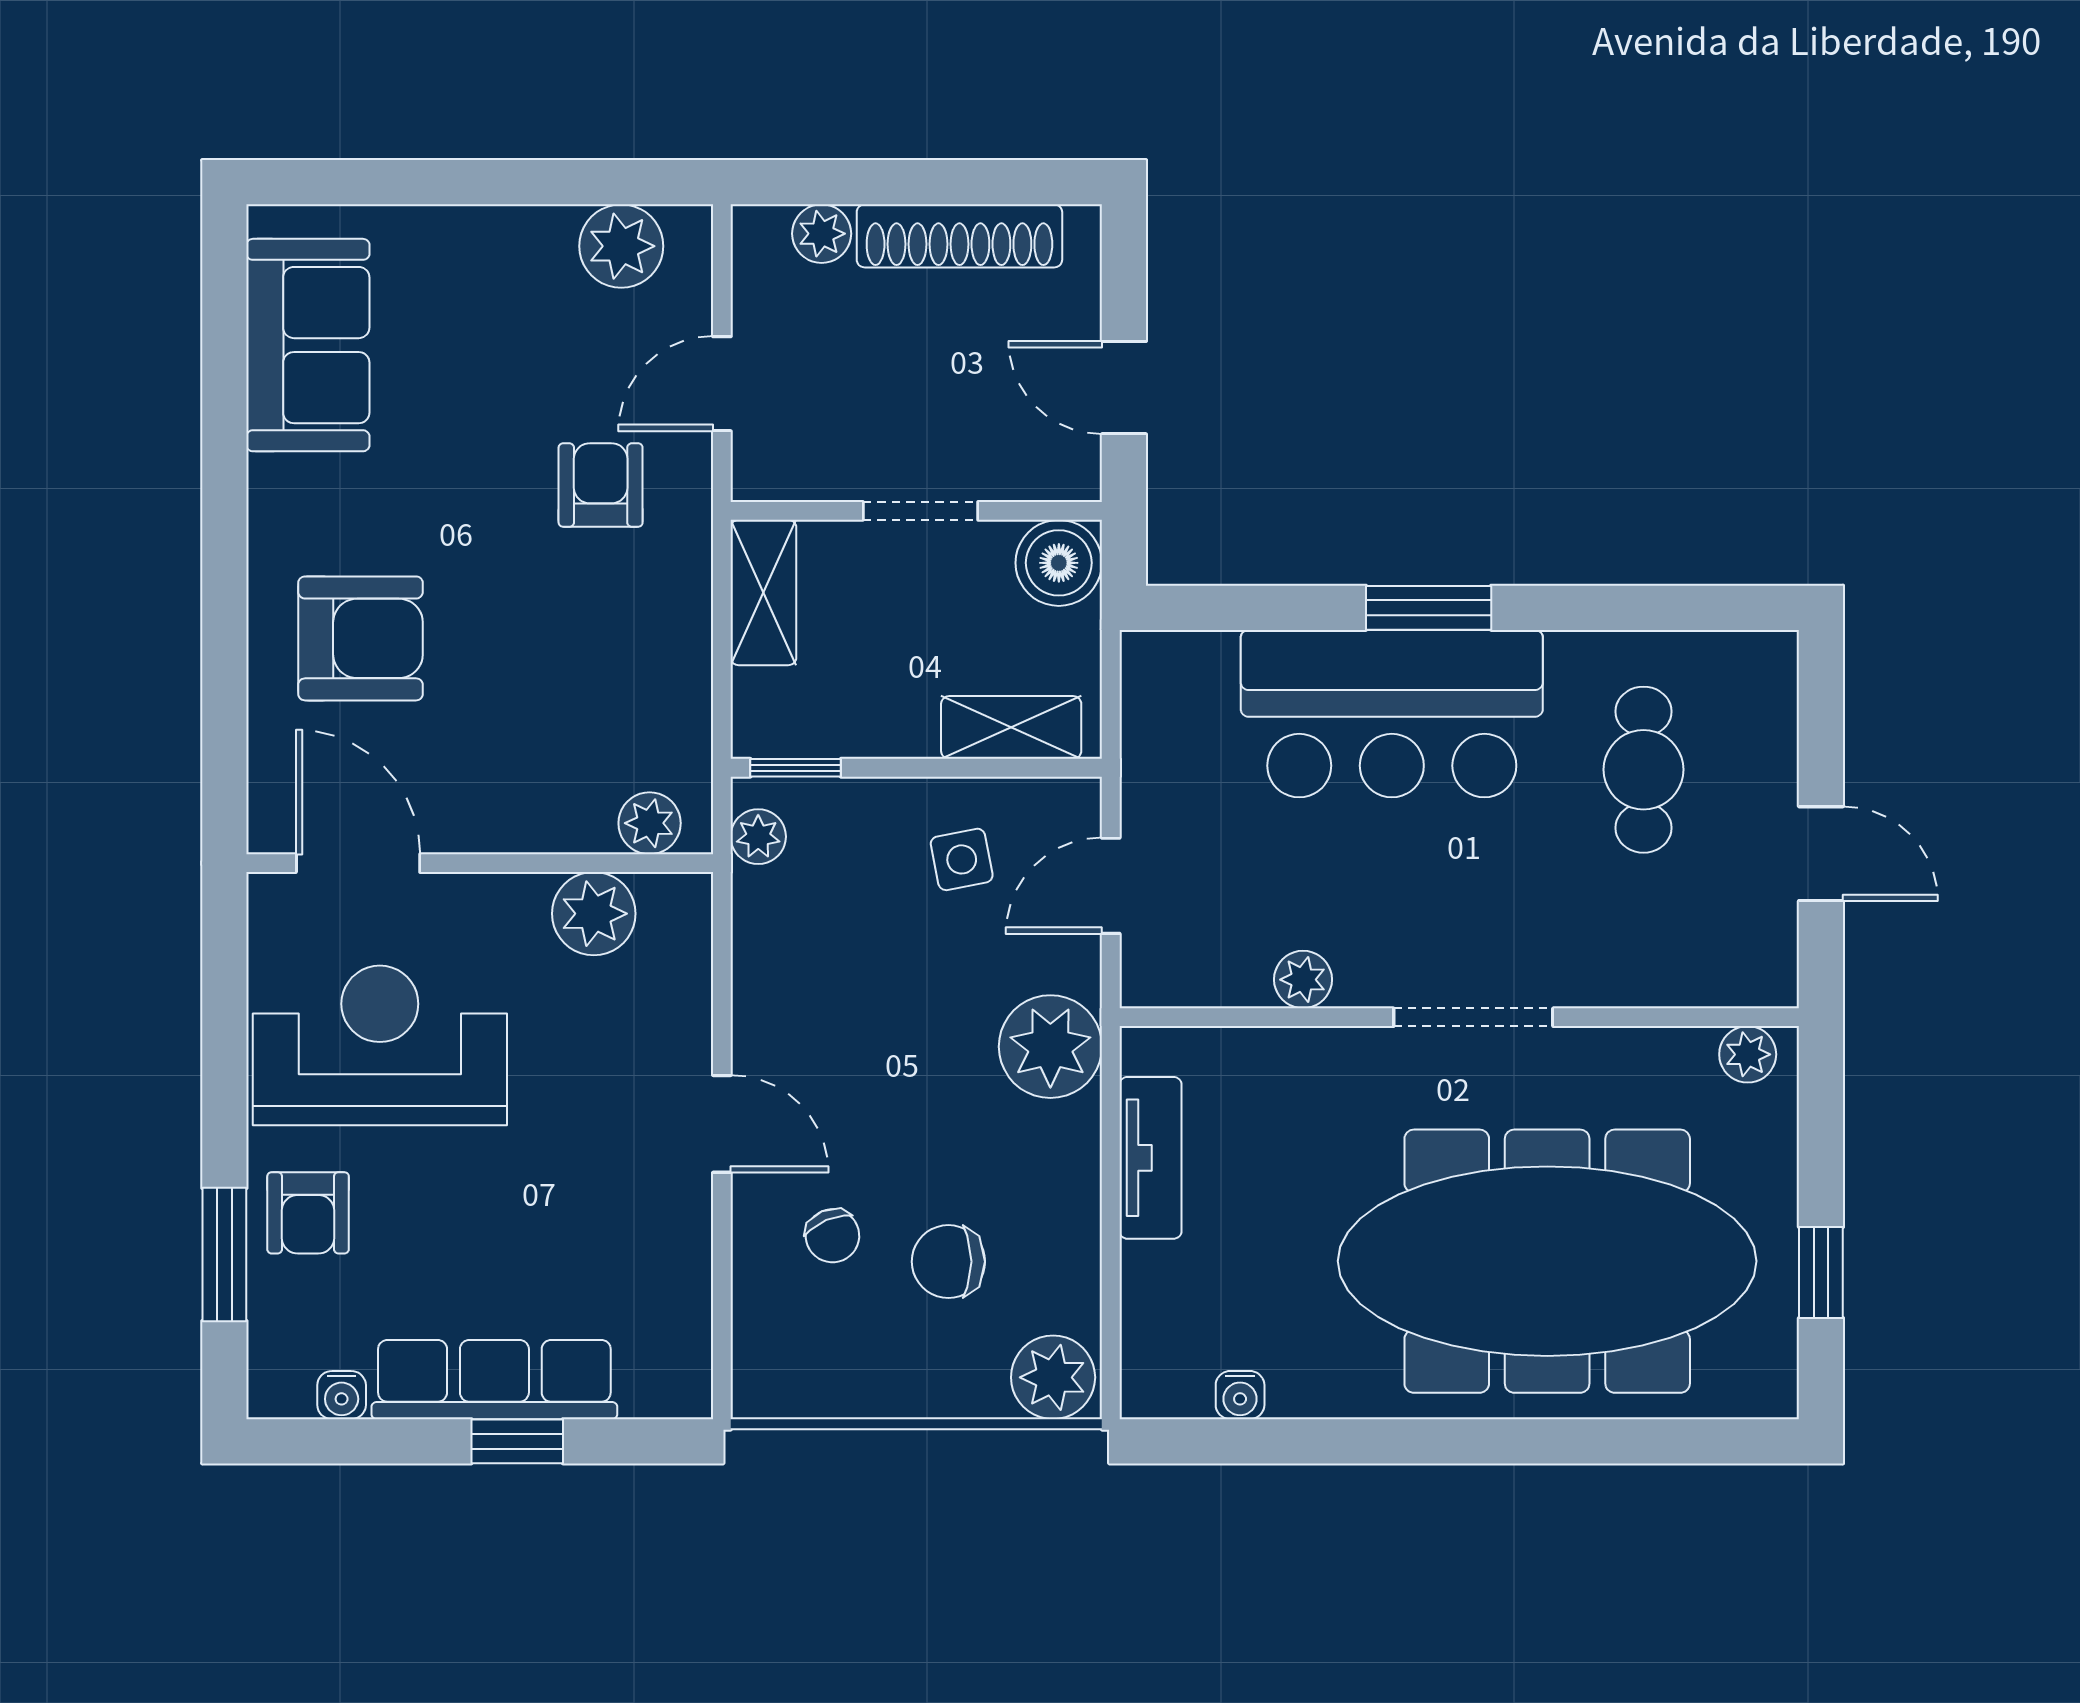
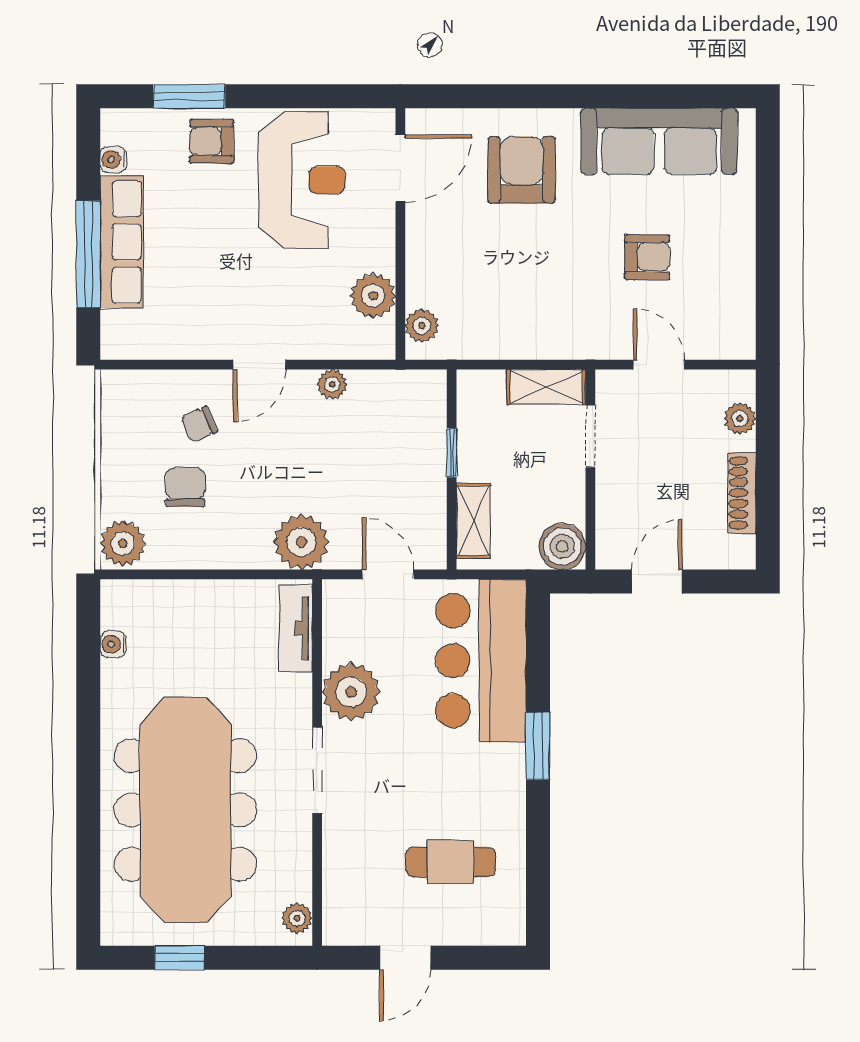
shoe rack: (959, 236) -> (742, 493), width x0.74, depth x0.81
plant: (621, 246) -> (733, 310), removed
sofa: (308, 345) -> (659, 141), width x1.36
armchair: (601, 485) -> (647, 257), moved
doorway: (921, 511) -> (590, 436), moved
armchair: (361, 638) -> (522, 170), turned 180
bar counter: (1392, 714) -> (481, 661), moved
window: (796, 768) -> (452, 453), moved
plant: (758, 837) -> (332, 384), moved
side table: (962, 859) -> (402, 494), removed
plant: (1303, 980) -> (351, 692), width x1.88, depth x1.88
tv unit: (1150, 1158) -> (296, 628), moved, turned 90
window: (517, 1441) -> (88, 254), width x2.17

